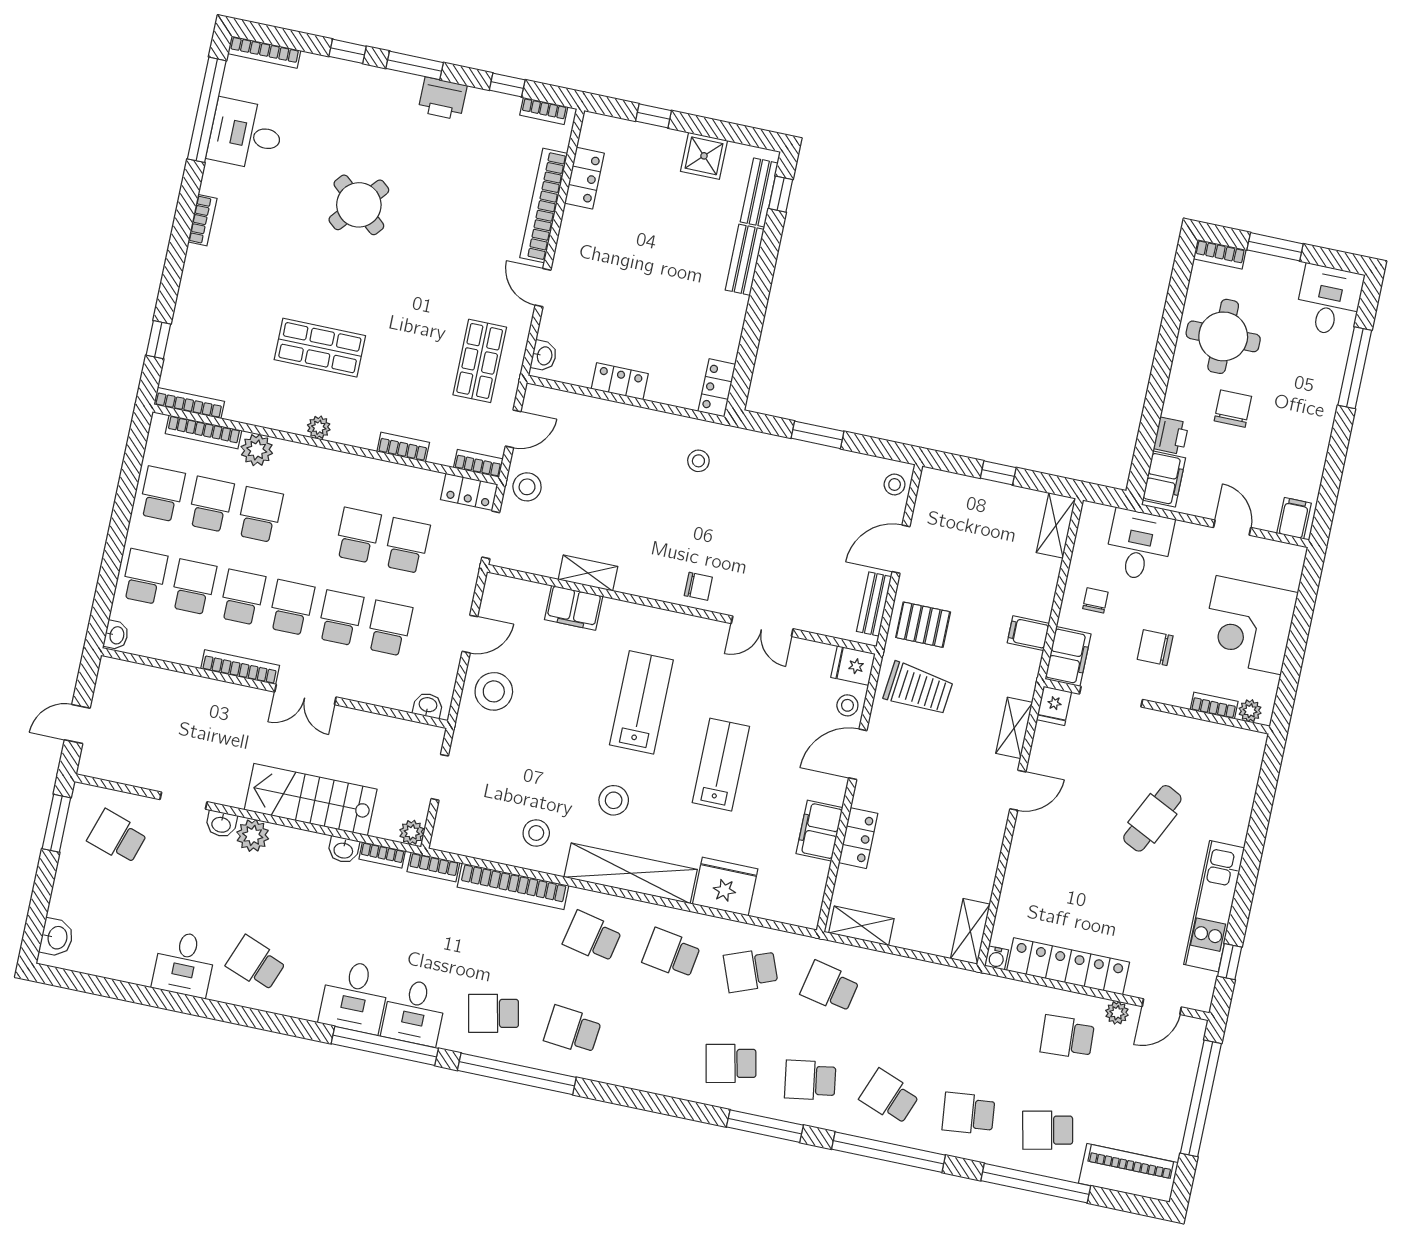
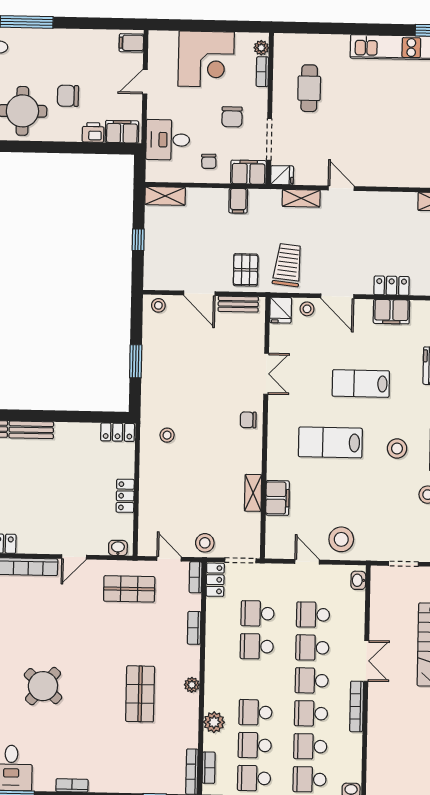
bookcase: (203, 432) -> (209, 768), width x0.64
chair: (698, 586) -> (248, 420), turned -90
chair: (1095, 600) -> (209, 161), turned -92
cafe table: (1152, 818) -> (309, 88), moved, turned 64

